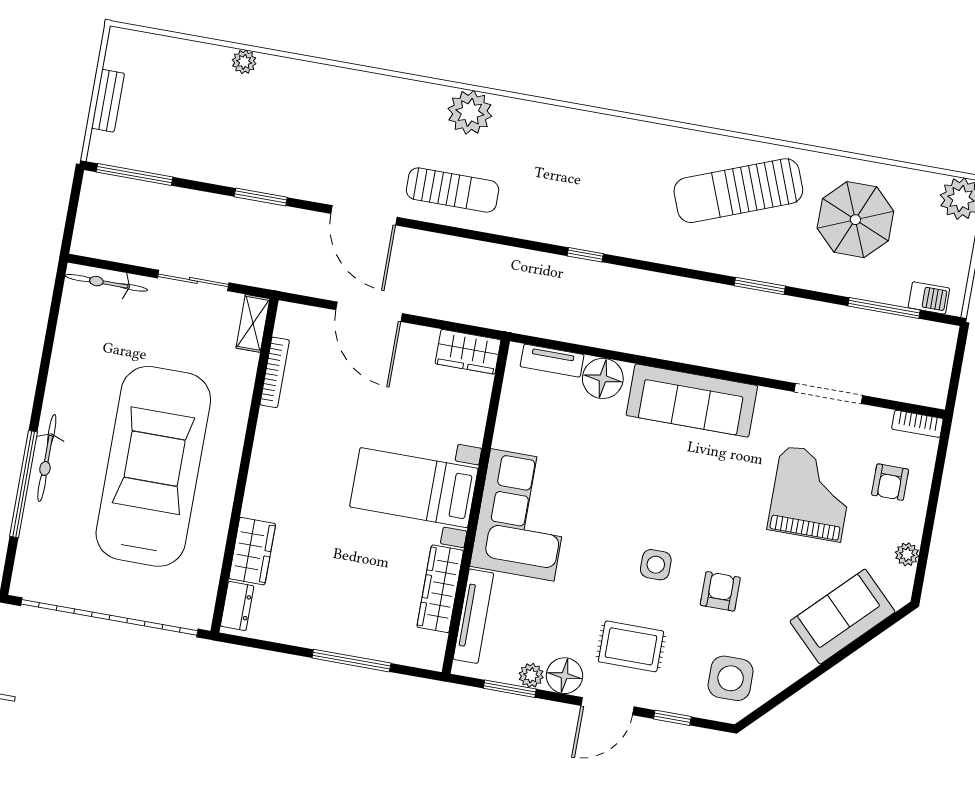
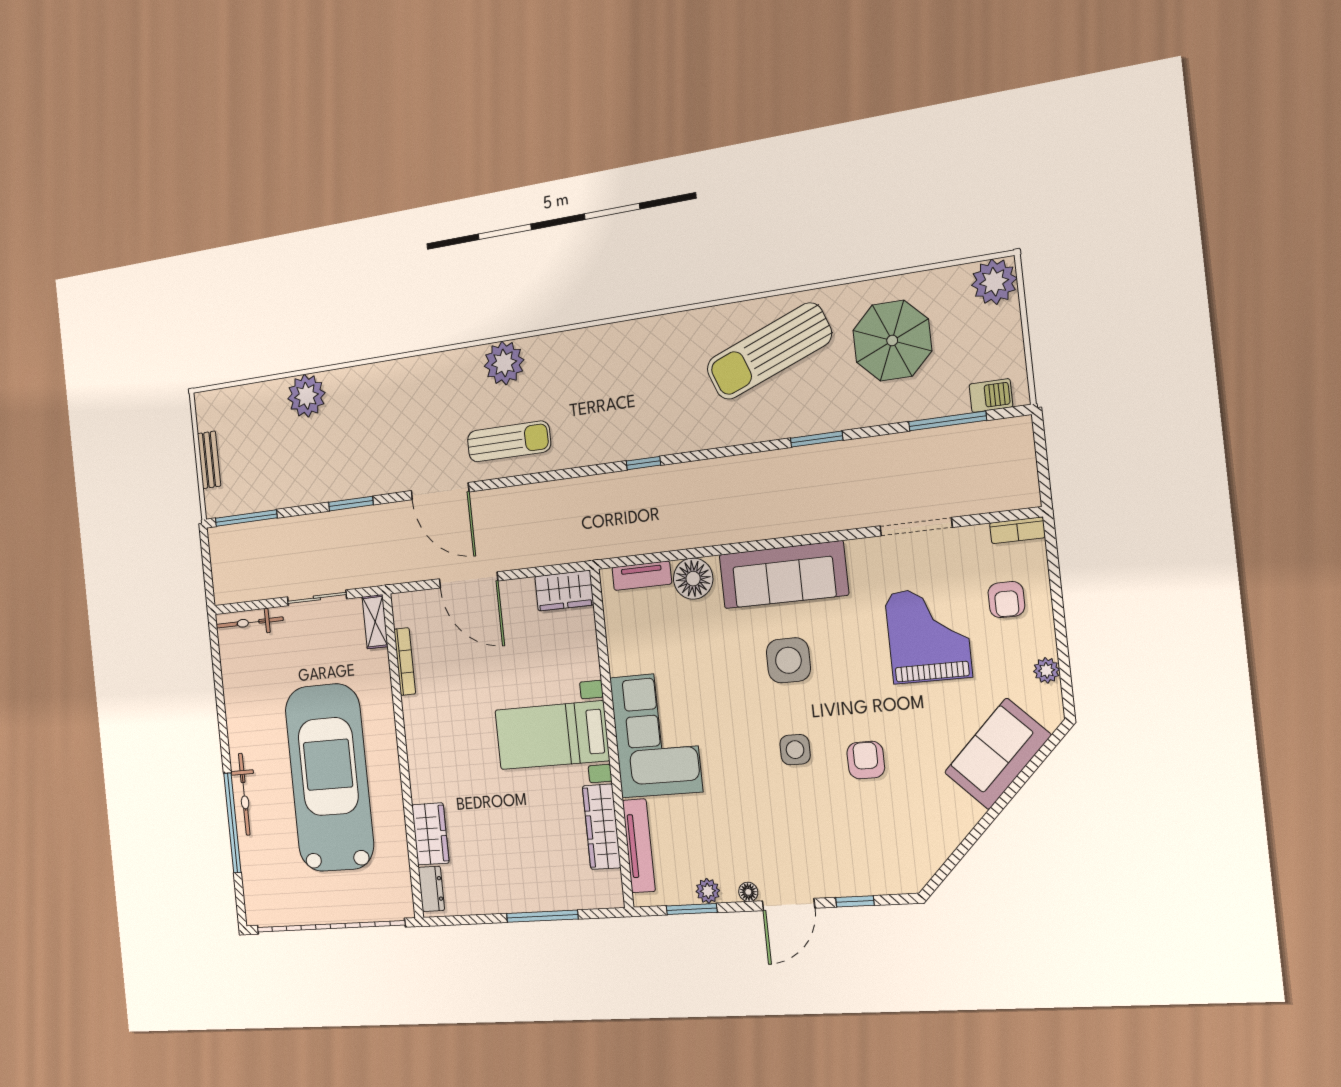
plant: (244, 62) -> (306, 396), width x1.88, depth x1.88
rug: (631, 646) -> (794, 838), removed
floor lamp: (564, 676) -> (748, 892), width x0.53, depth x0.53
side table: (731, 678) -> (788, 660), moved

